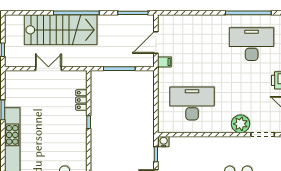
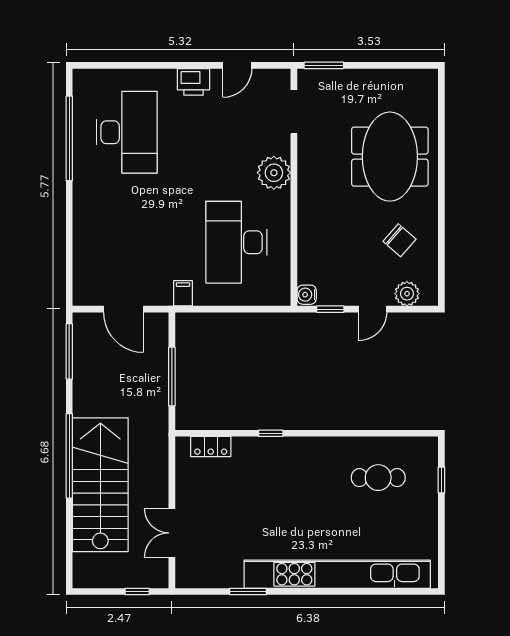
desk: (252, 44) -> (127, 132), turned 180
filing cabinet: (164, 62) -> (183, 293), moved
double door: (48, 69) -> (172, 533), moved
locker: (81, 100) -> (211, 447), moved
plant: (241, 124) -> (274, 173), moved

